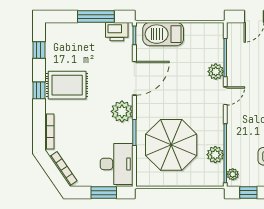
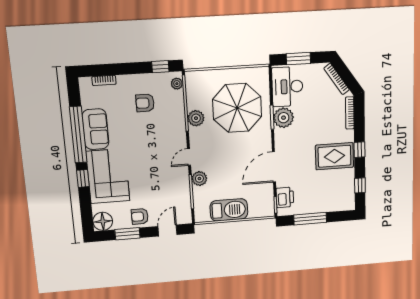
printer: (117, 32) -> (285, 197), moved, turned 90
barbecue: (163, 34) -> (229, 210), moved
plant: (122, 111) -> (284, 118), moved
plant: (215, 155) -> (196, 118), moved

